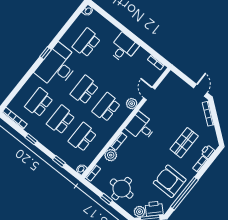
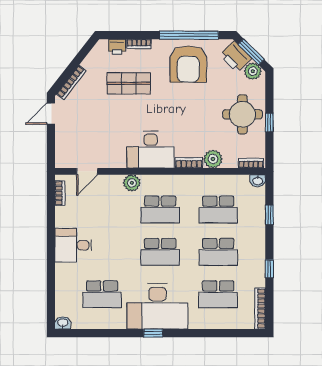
door: (149, 93) -> (87, 171), moved
desk: (141, 127) -> (151, 150), width x1.37

